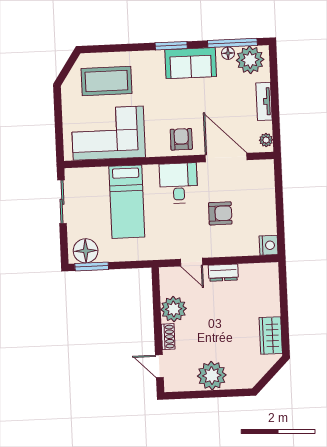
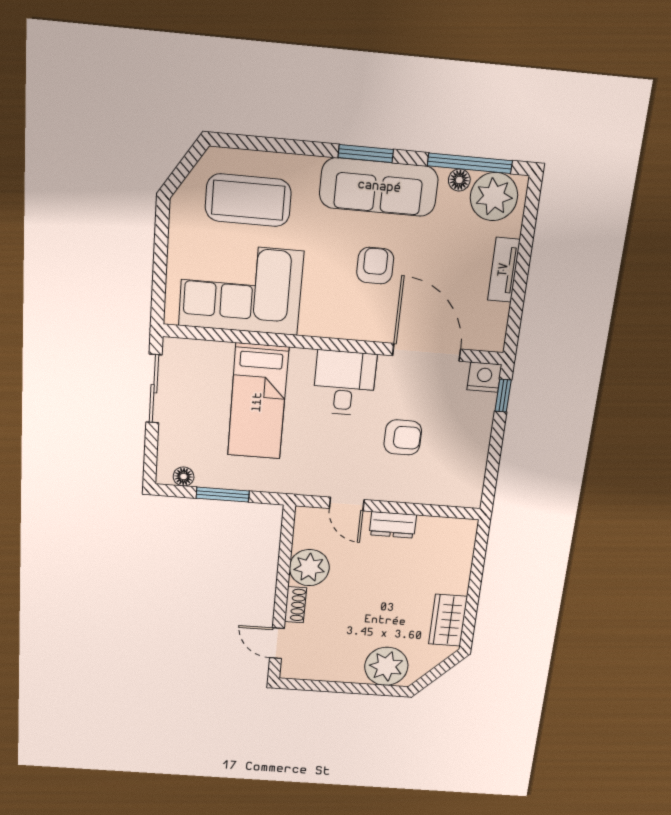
sofa: (191, 63) -> (379, 187), width x1.36
armchair: (181, 139) -> (375, 266), moved
plant: (266, 140) -> (495, 333), removed
window: (278, 179) -> (503, 396), added
nightstand: (269, 245) -> (484, 377), moved, turned -90
floor lamp: (86, 251) -> (184, 477), width x0.53, depth x0.53
window: (92, 266) -> (223, 495), moved
plant: (212, 376) -> (386, 666), moved

